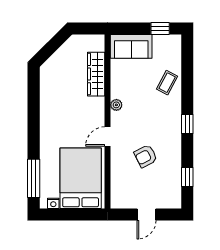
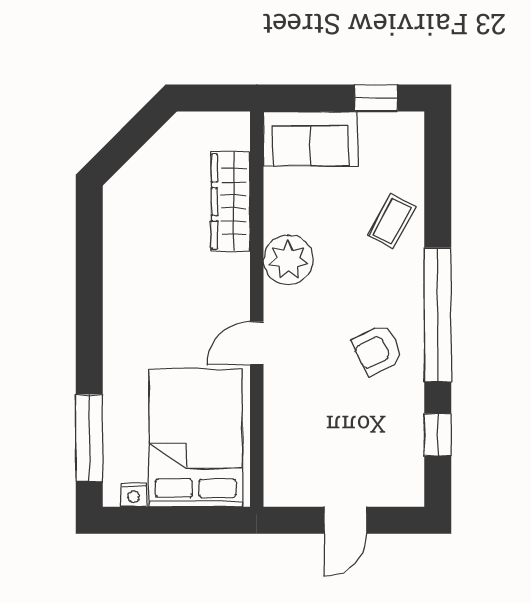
plant: (116, 105) -> (288, 260), width x1.87, depth x1.87
window: (187, 124) -> (438, 315), width x3.17
armchair: (146, 156) -> (378, 350), moved

